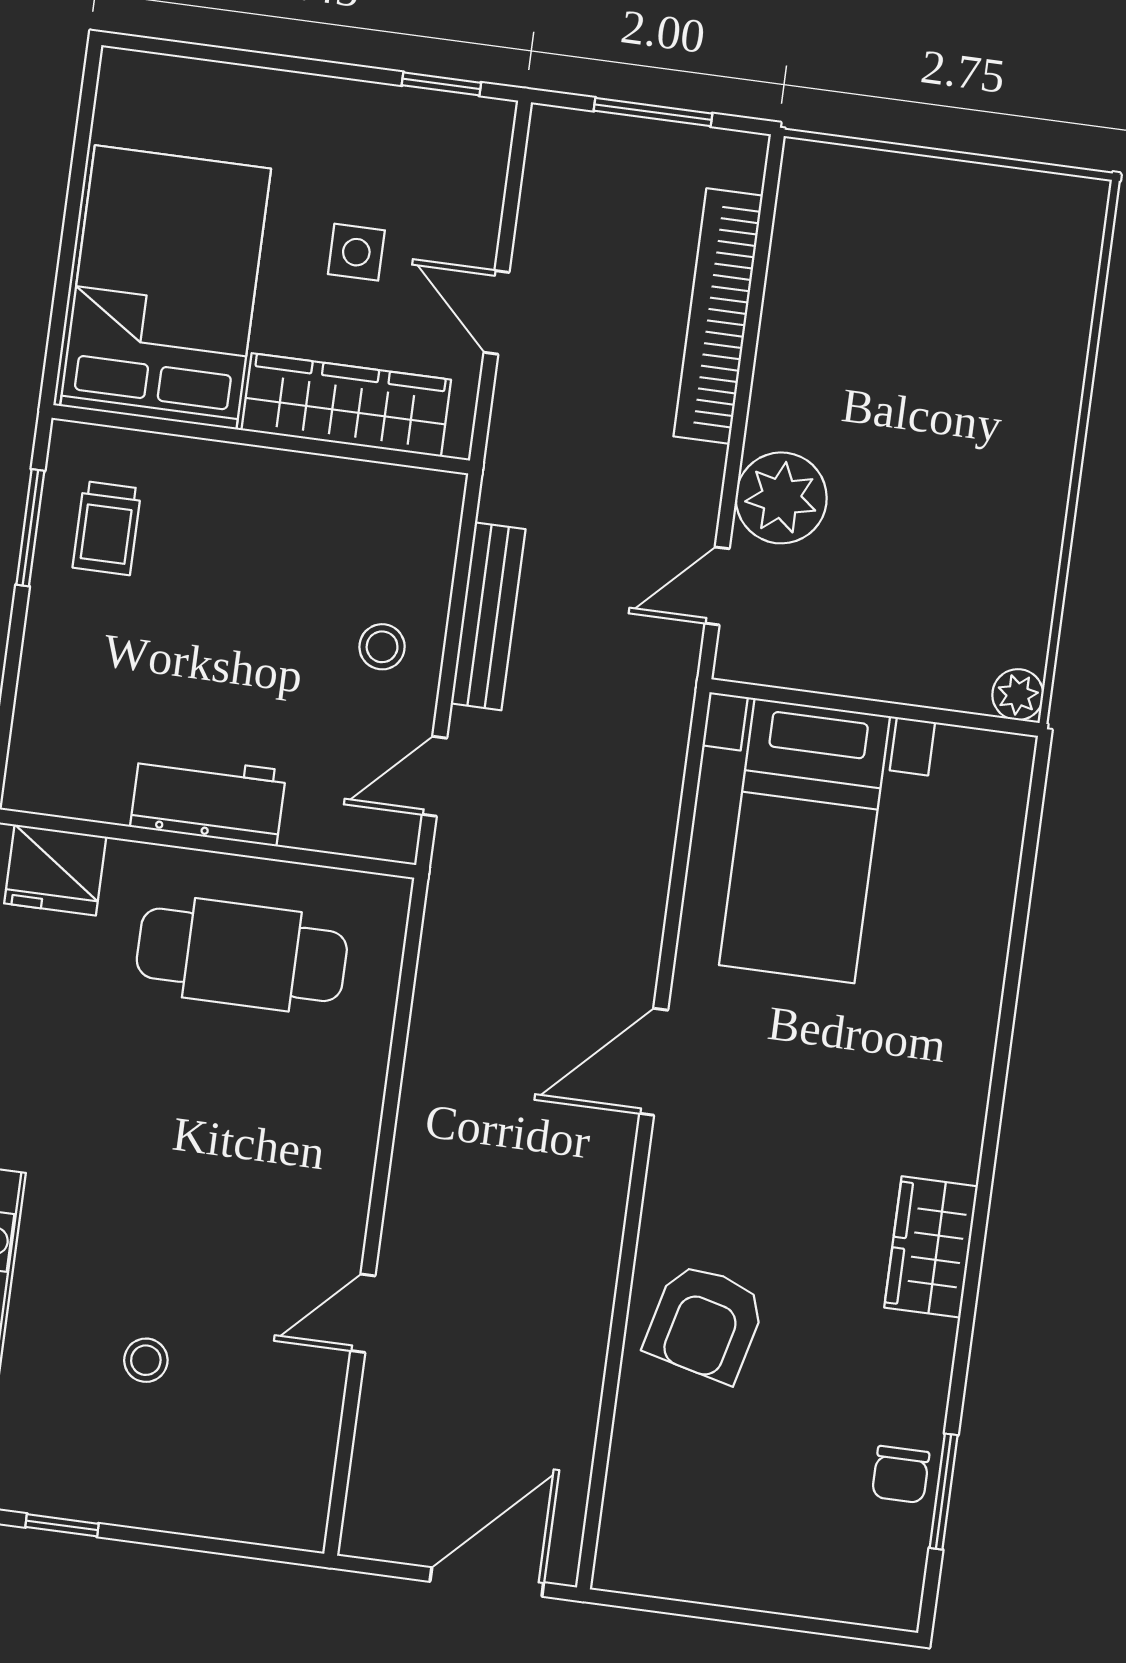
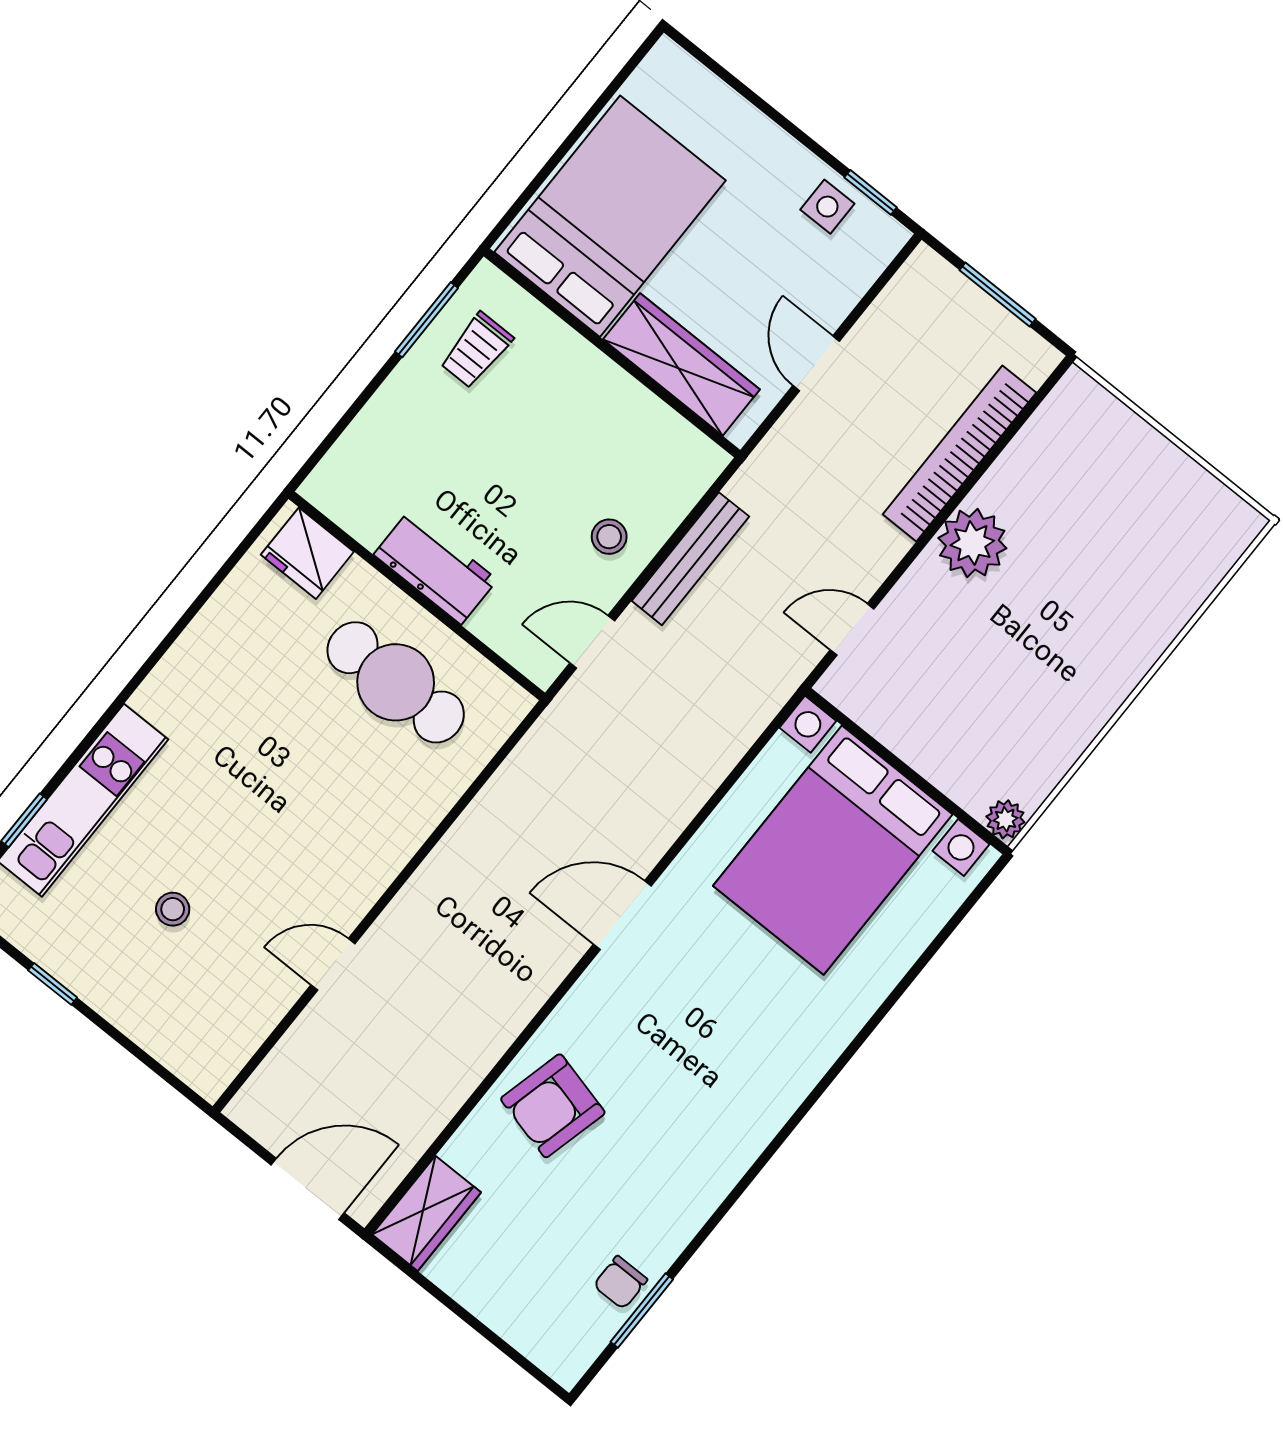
side table: (356, 252) -> (827, 207), moved
plant: (781, 498) -> (972, 543), moved
bed with nightstands: (804, 841) -> (833, 850), width x1.36
wardrobe: (931, 1247) -> (426, 1213), moved, turned 180

